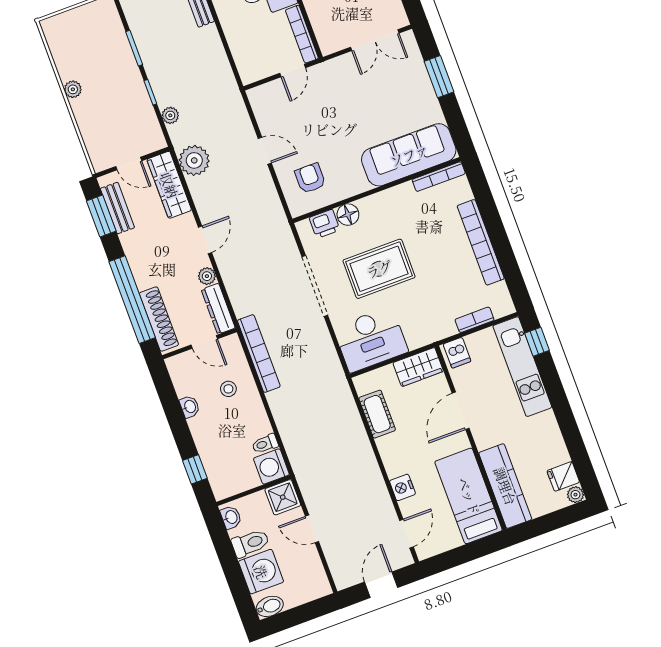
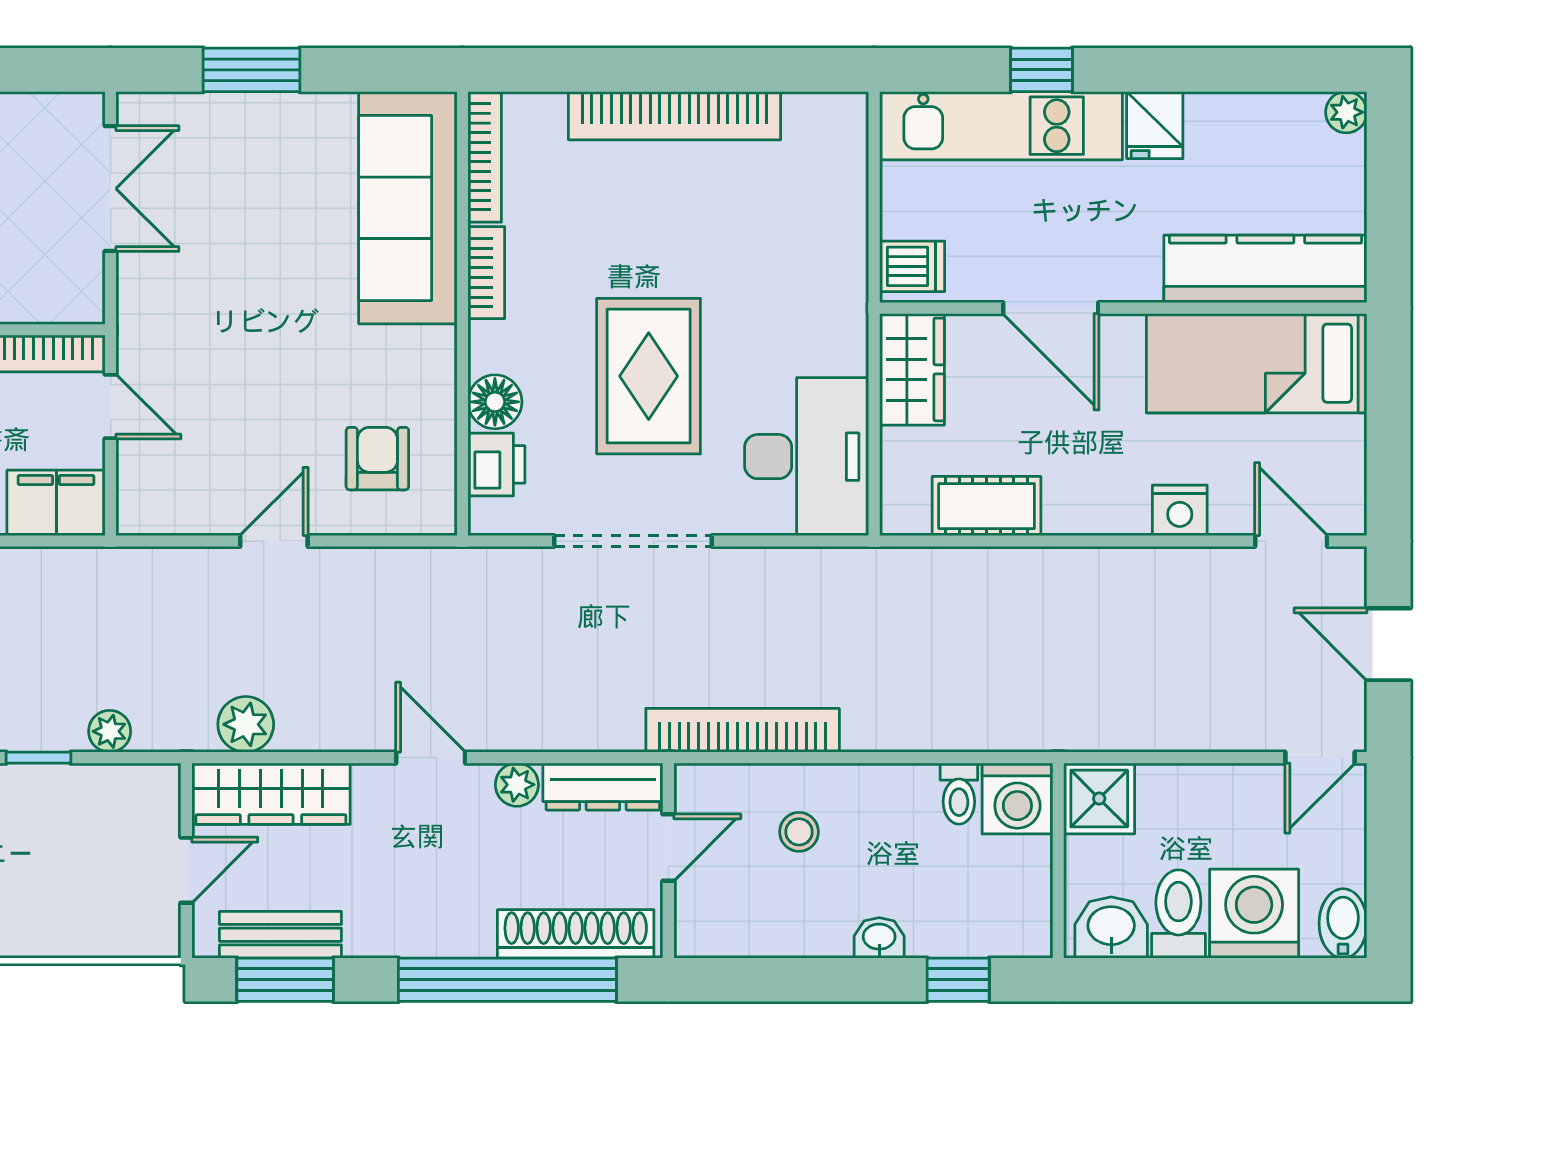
filing cabinet: (249, 63) -> (56, 503), added
plant: (194, 160) -> (246, 724), width x0.73, depth x0.73
armchair: (310, 178) -> (377, 459), turned 90
bookcase: (475, 320) -> (486, 273), moved, turned 180
window: (537, 342) -> (1042, 70), moved
washbasin: (190, 407) -> (879, 938), moved
fridge: (563, 476) -> (1155, 125), moved
washbasin: (231, 517) -> (1111, 927), width x1.38, depth x1.45
door: (312, 529) -> (1320, 758), moved

